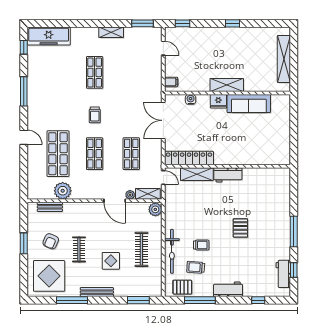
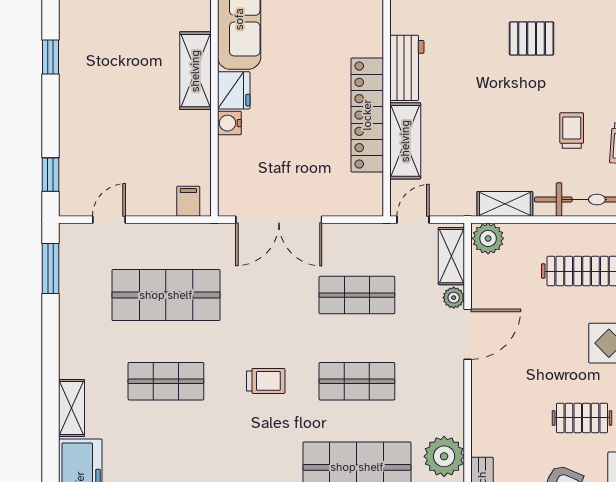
shelving: (111, 32) -> (71, 408), moved
shop shelf: (131, 72) -> (166, 295), added
water cooler: (191, 99) -> (229, 123), moved
locker: (189, 158) -> (367, 115), moved
shelving: (170, 217) -> (505, 204), added

